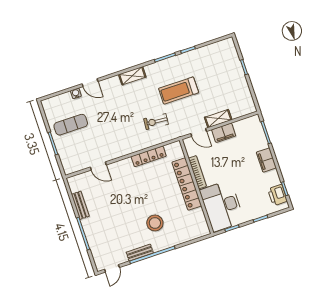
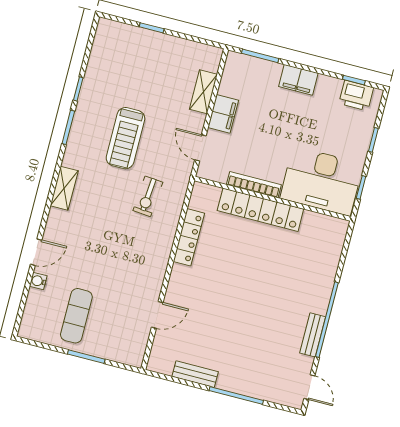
shelving: (218, 119) -> (203, 92), moved
door: (199, 132) -> (200, 148), swing flipped
stool: (155, 223) -> (286, 288), removed

